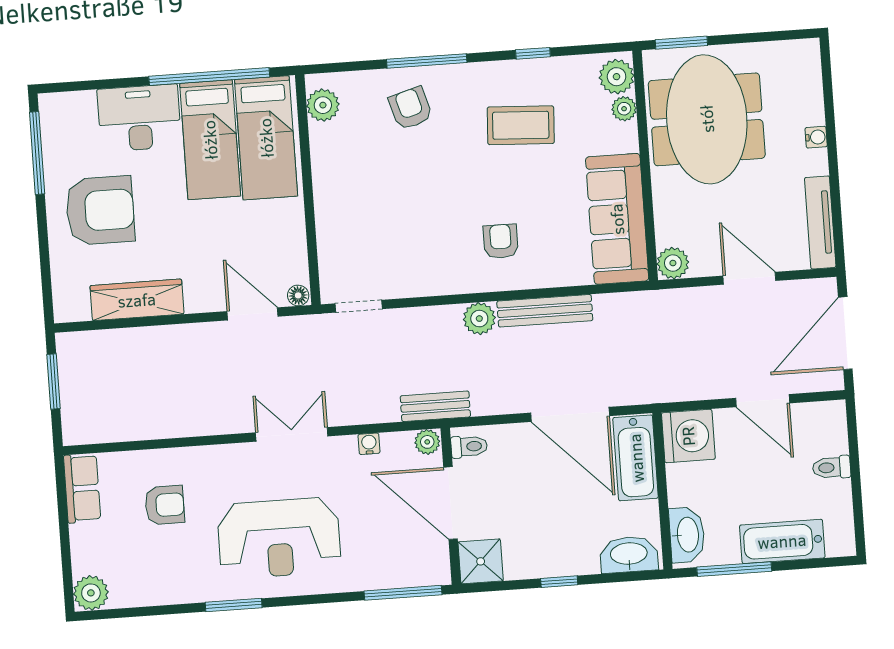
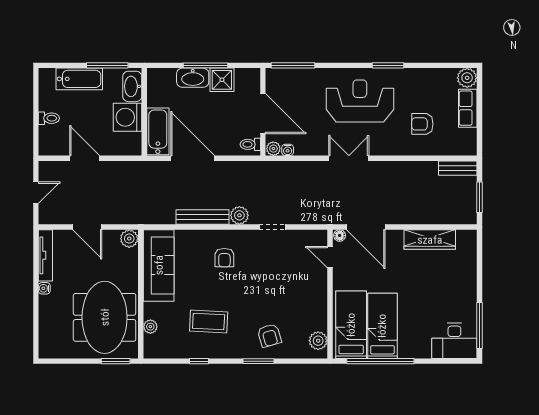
window: (427, 61) -> (259, 361), width x0.69
plant: (617, 77) -> (153, 345), removed
desk: (139, 118) -> (454, 341), moved
water cooler: (816, 137) -> (44, 288), moved
armchair: (100, 210) -> (447, 291), removed
door: (313, 256) -> (330, 257), added
doorway: (359, 306) -> (273, 227), moved
door: (253, 314) -> (366, 227), width x1.36
door: (845, 333) -> (36, 193), width x0.53
bench: (435, 406) -> (458, 168), moved
double door: (292, 434) -> (349, 158), swing flipped
washing machine: (688, 436) -> (128, 117), moved
water cooler: (369, 444) -> (288, 150), moved
row of seats: (82, 488) -> (468, 108), moved
washbasin: (629, 555) -> (193, 78), moved
shower: (481, 561) -> (222, 80), moved
window: (559, 582) -> (205, 65), width x2.17

